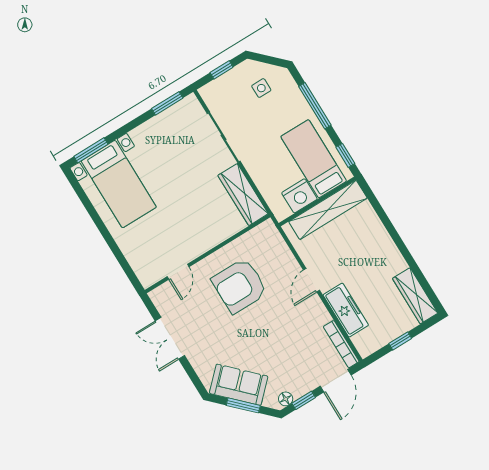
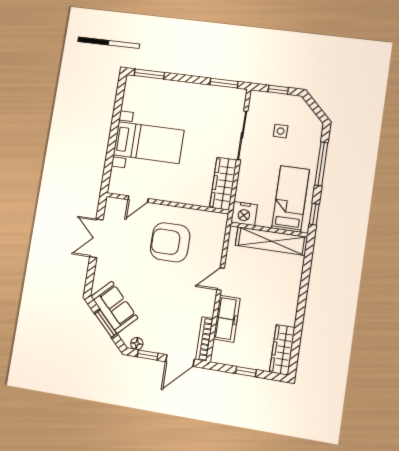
side table: (261, 88) -> (281, 131), moved
bed with nightstands: (119, 184) -> (149, 143), moved, turned -90
nightstand: (299, 196) -> (244, 213), moved

